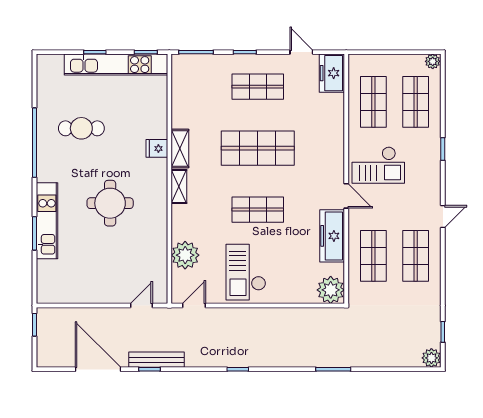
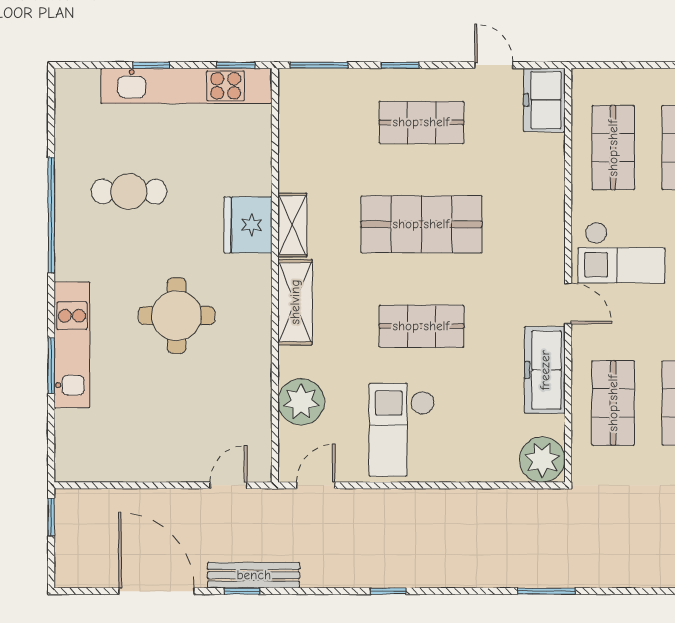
fridge: (157, 148) -> (248, 225), width x1.88, depth x1.34
shelving: (179, 186) -> (295, 302), width x1.50, depth x1.33

